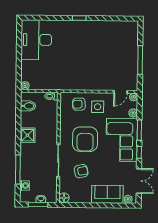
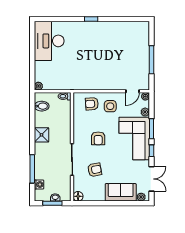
armchair: (85, 139) -> (98, 138), width x0.53, depth x0.53

